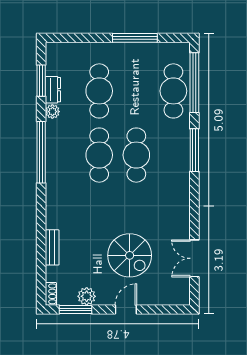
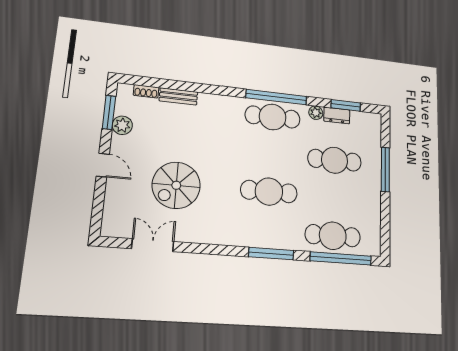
window: (135, 38) -> (385, 170), moved
cafe table: (99, 155) -> (273, 117), moved
spiral stairs: (130, 255) -> (176, 185), moved
shoe rack: (51, 294) -> (146, 91), moved

